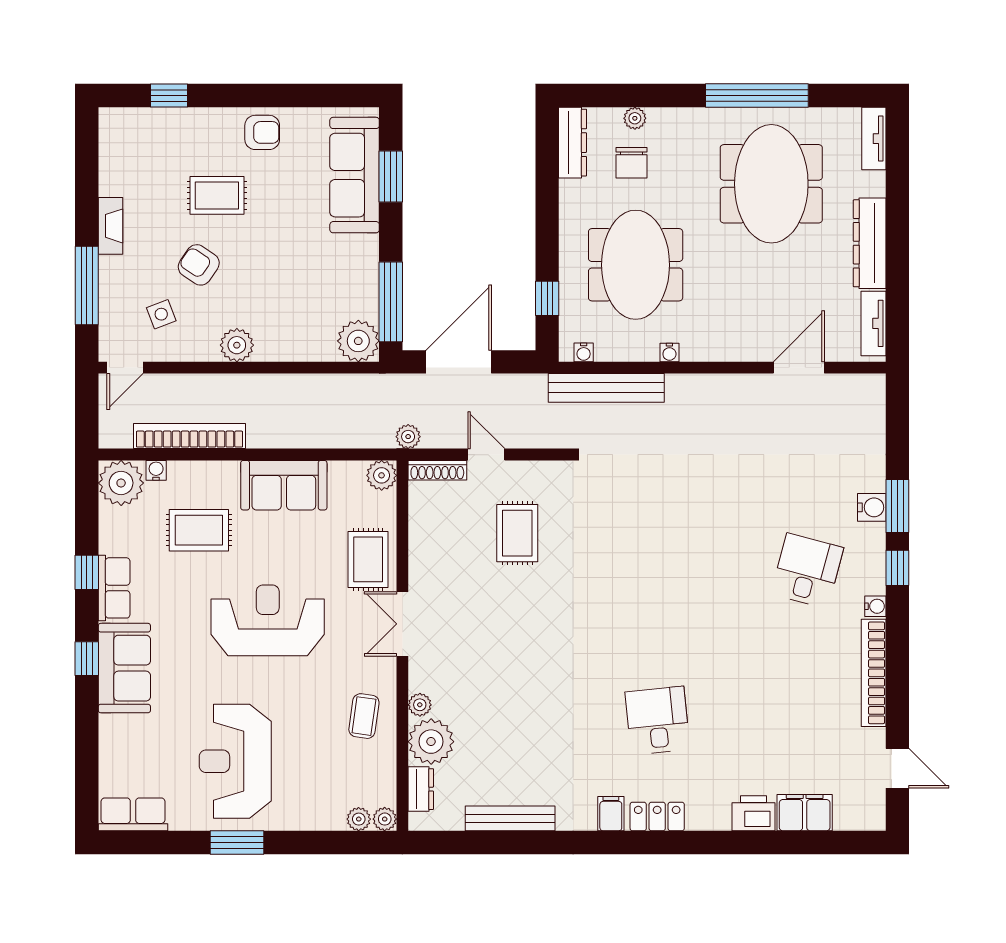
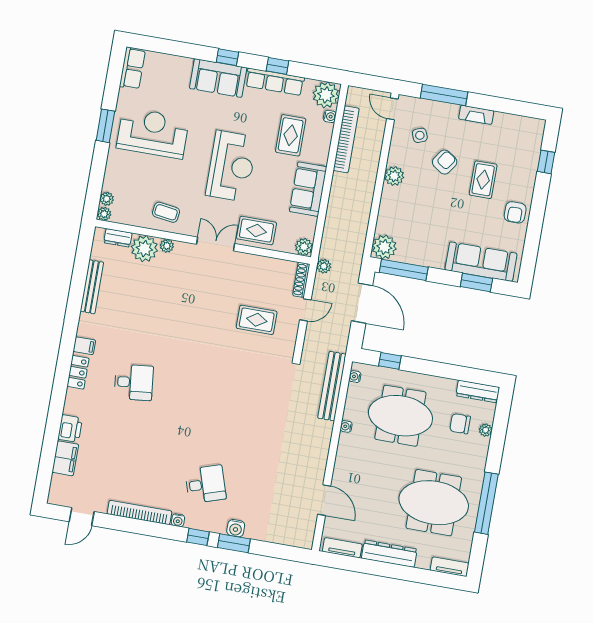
desk: (807, 571) -> (205, 484), turned -33
row of seats: (114, 588) -> (275, 82), width x1.48

